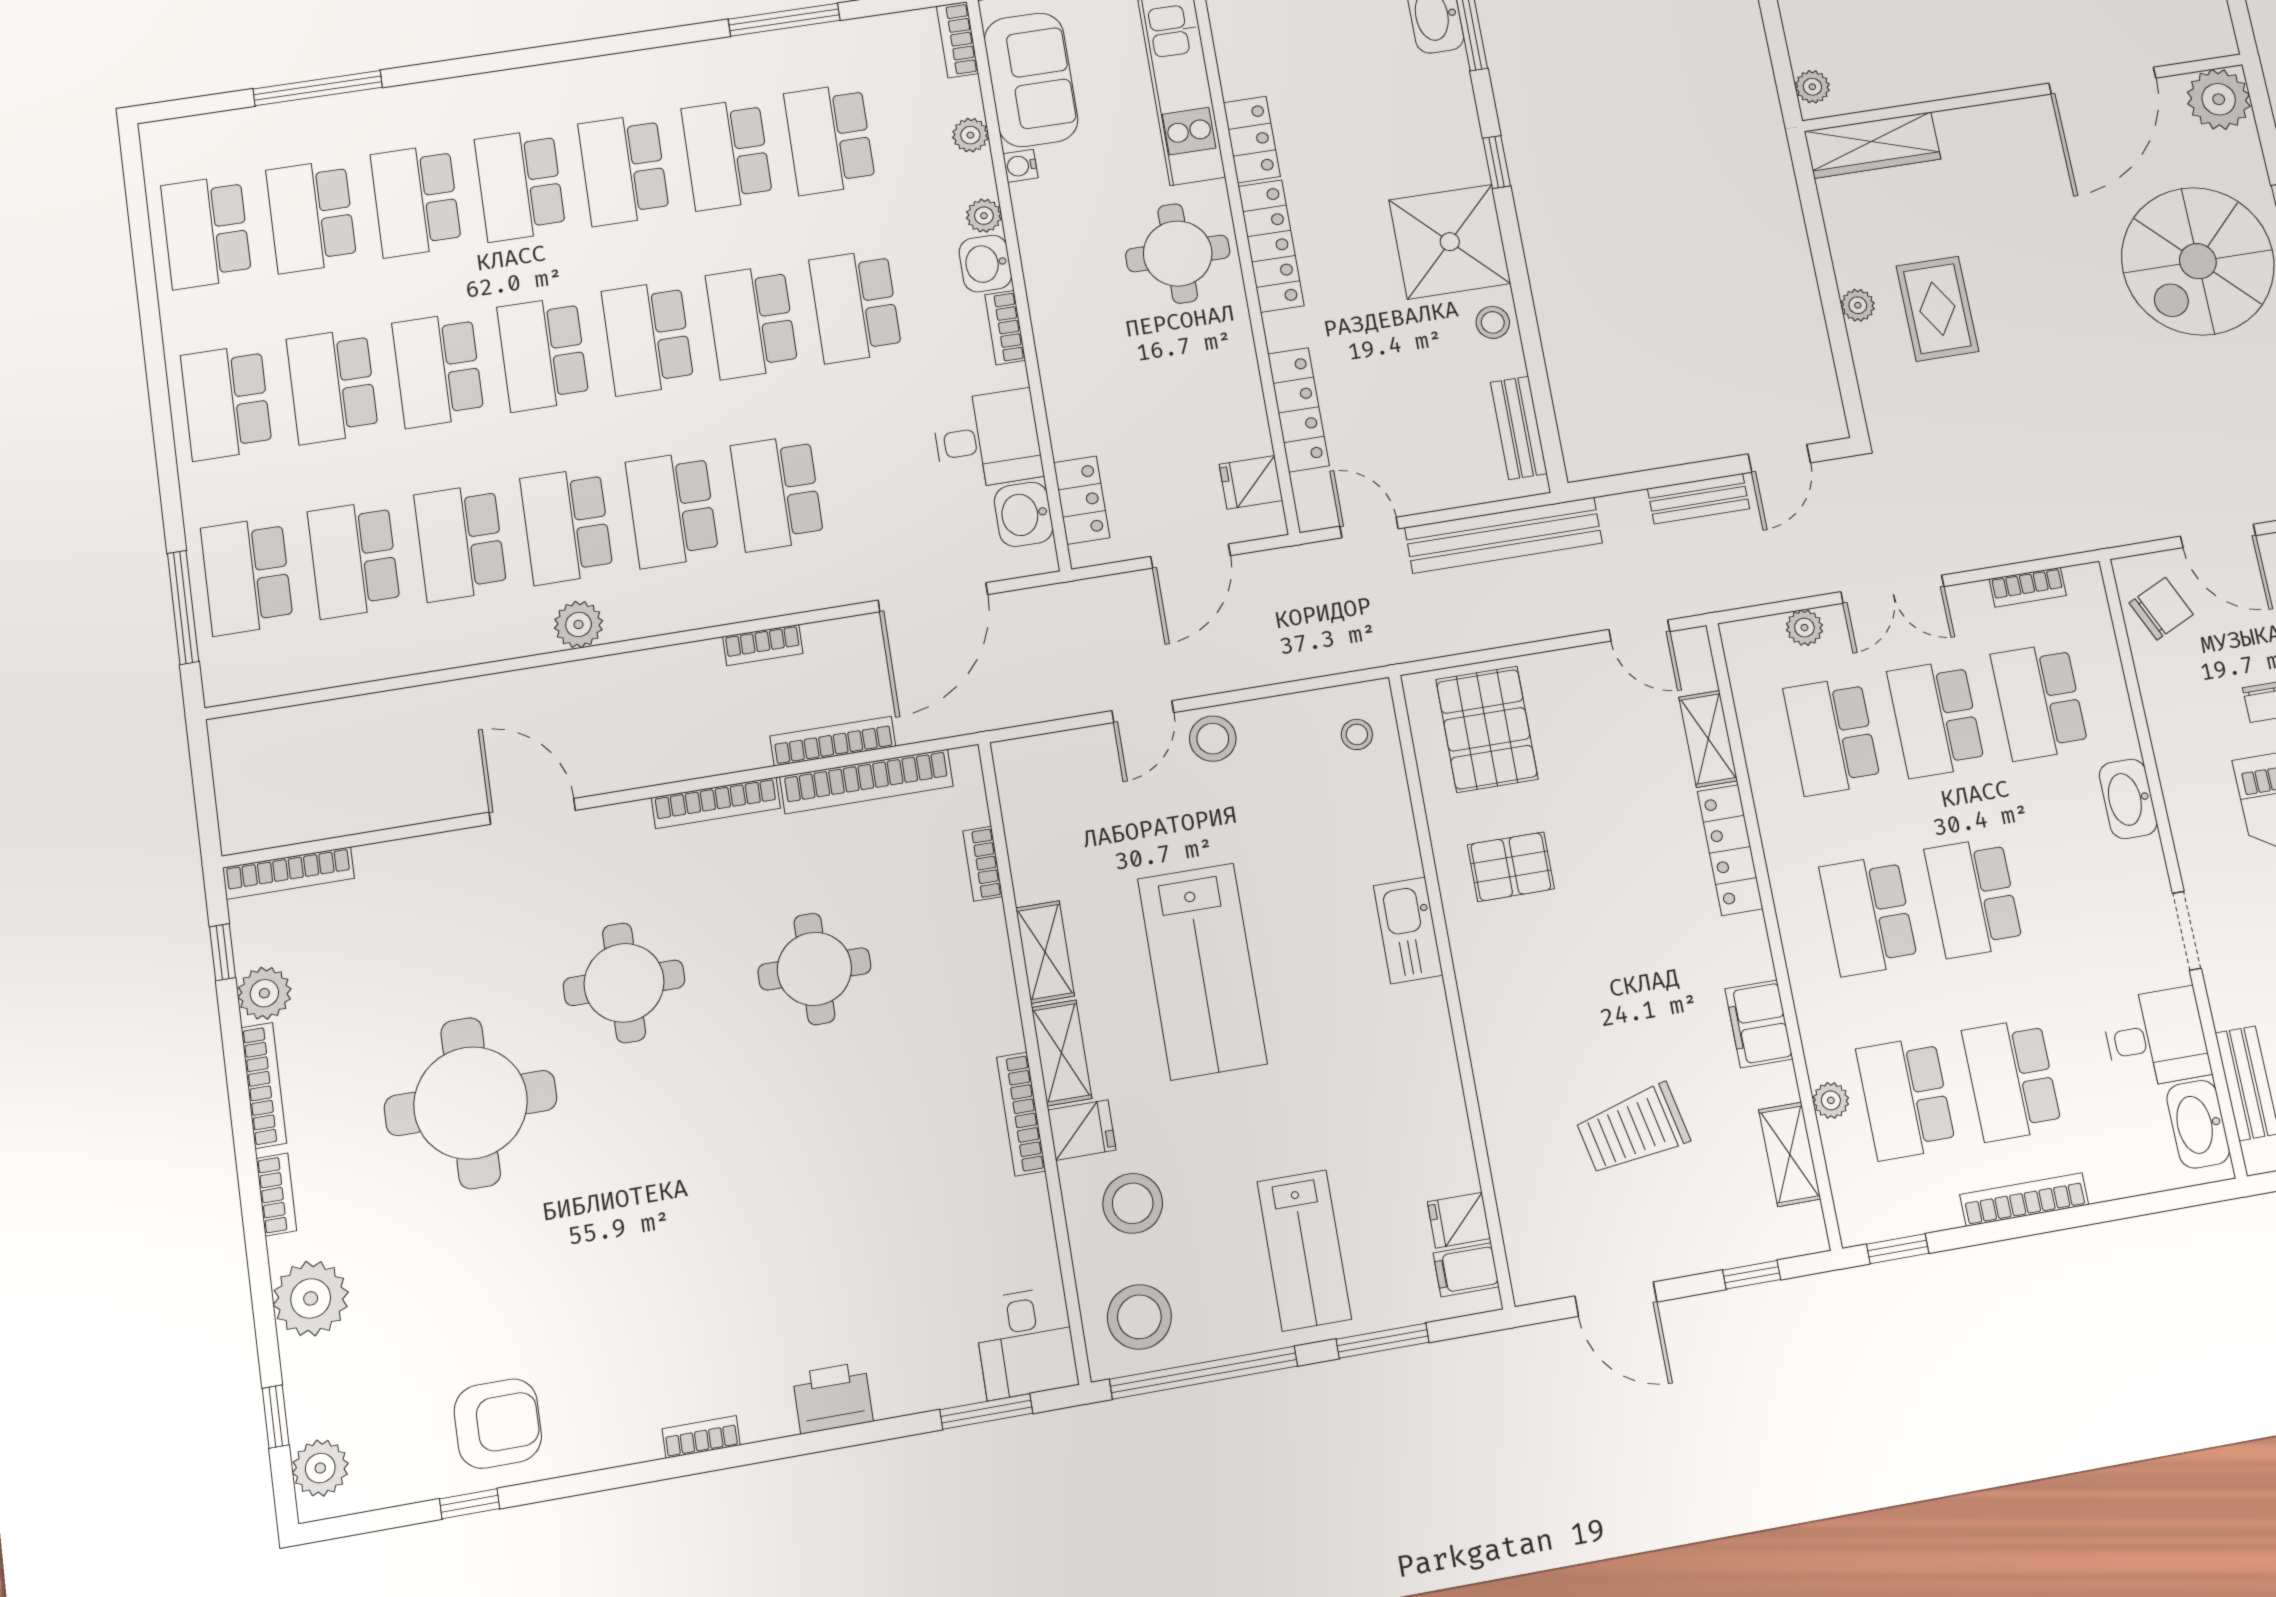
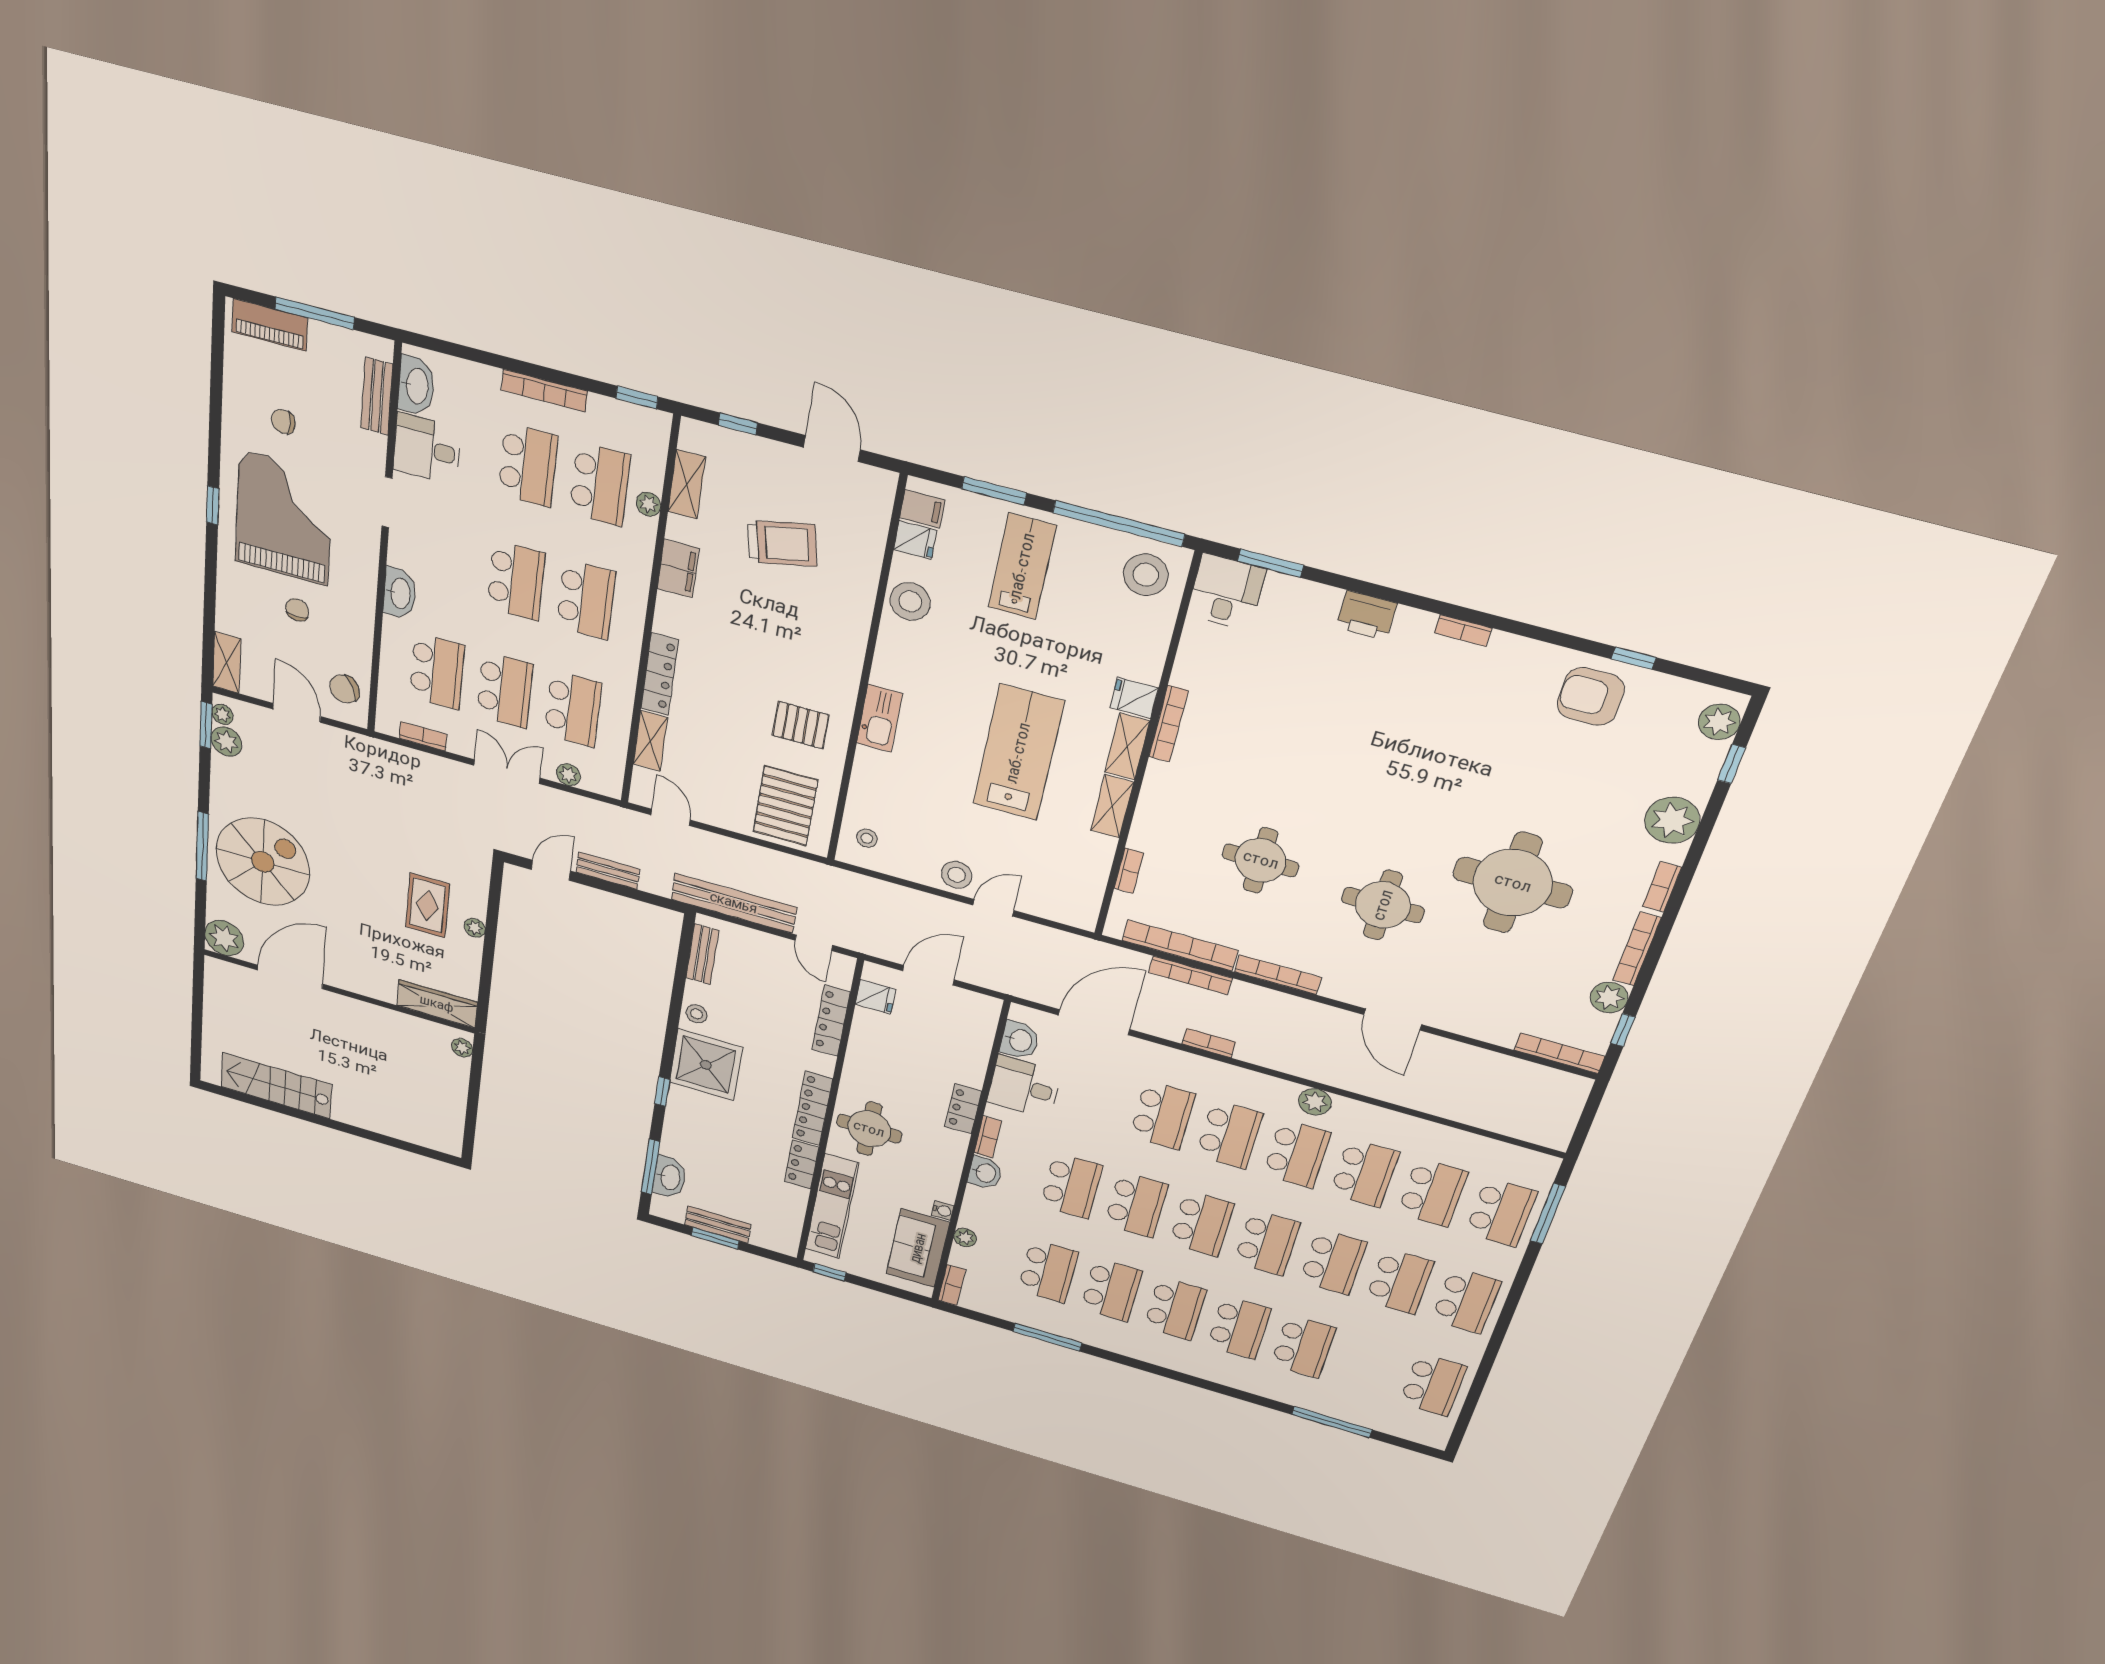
school desk: (311, 216) -> (1368, 1366), removed
plant: (984, 216) -> (975, 1196), removed
locker: (1082, 500) -> (963, 1109), moved
stool: (1133, 1203) -> (910, 601), moved

